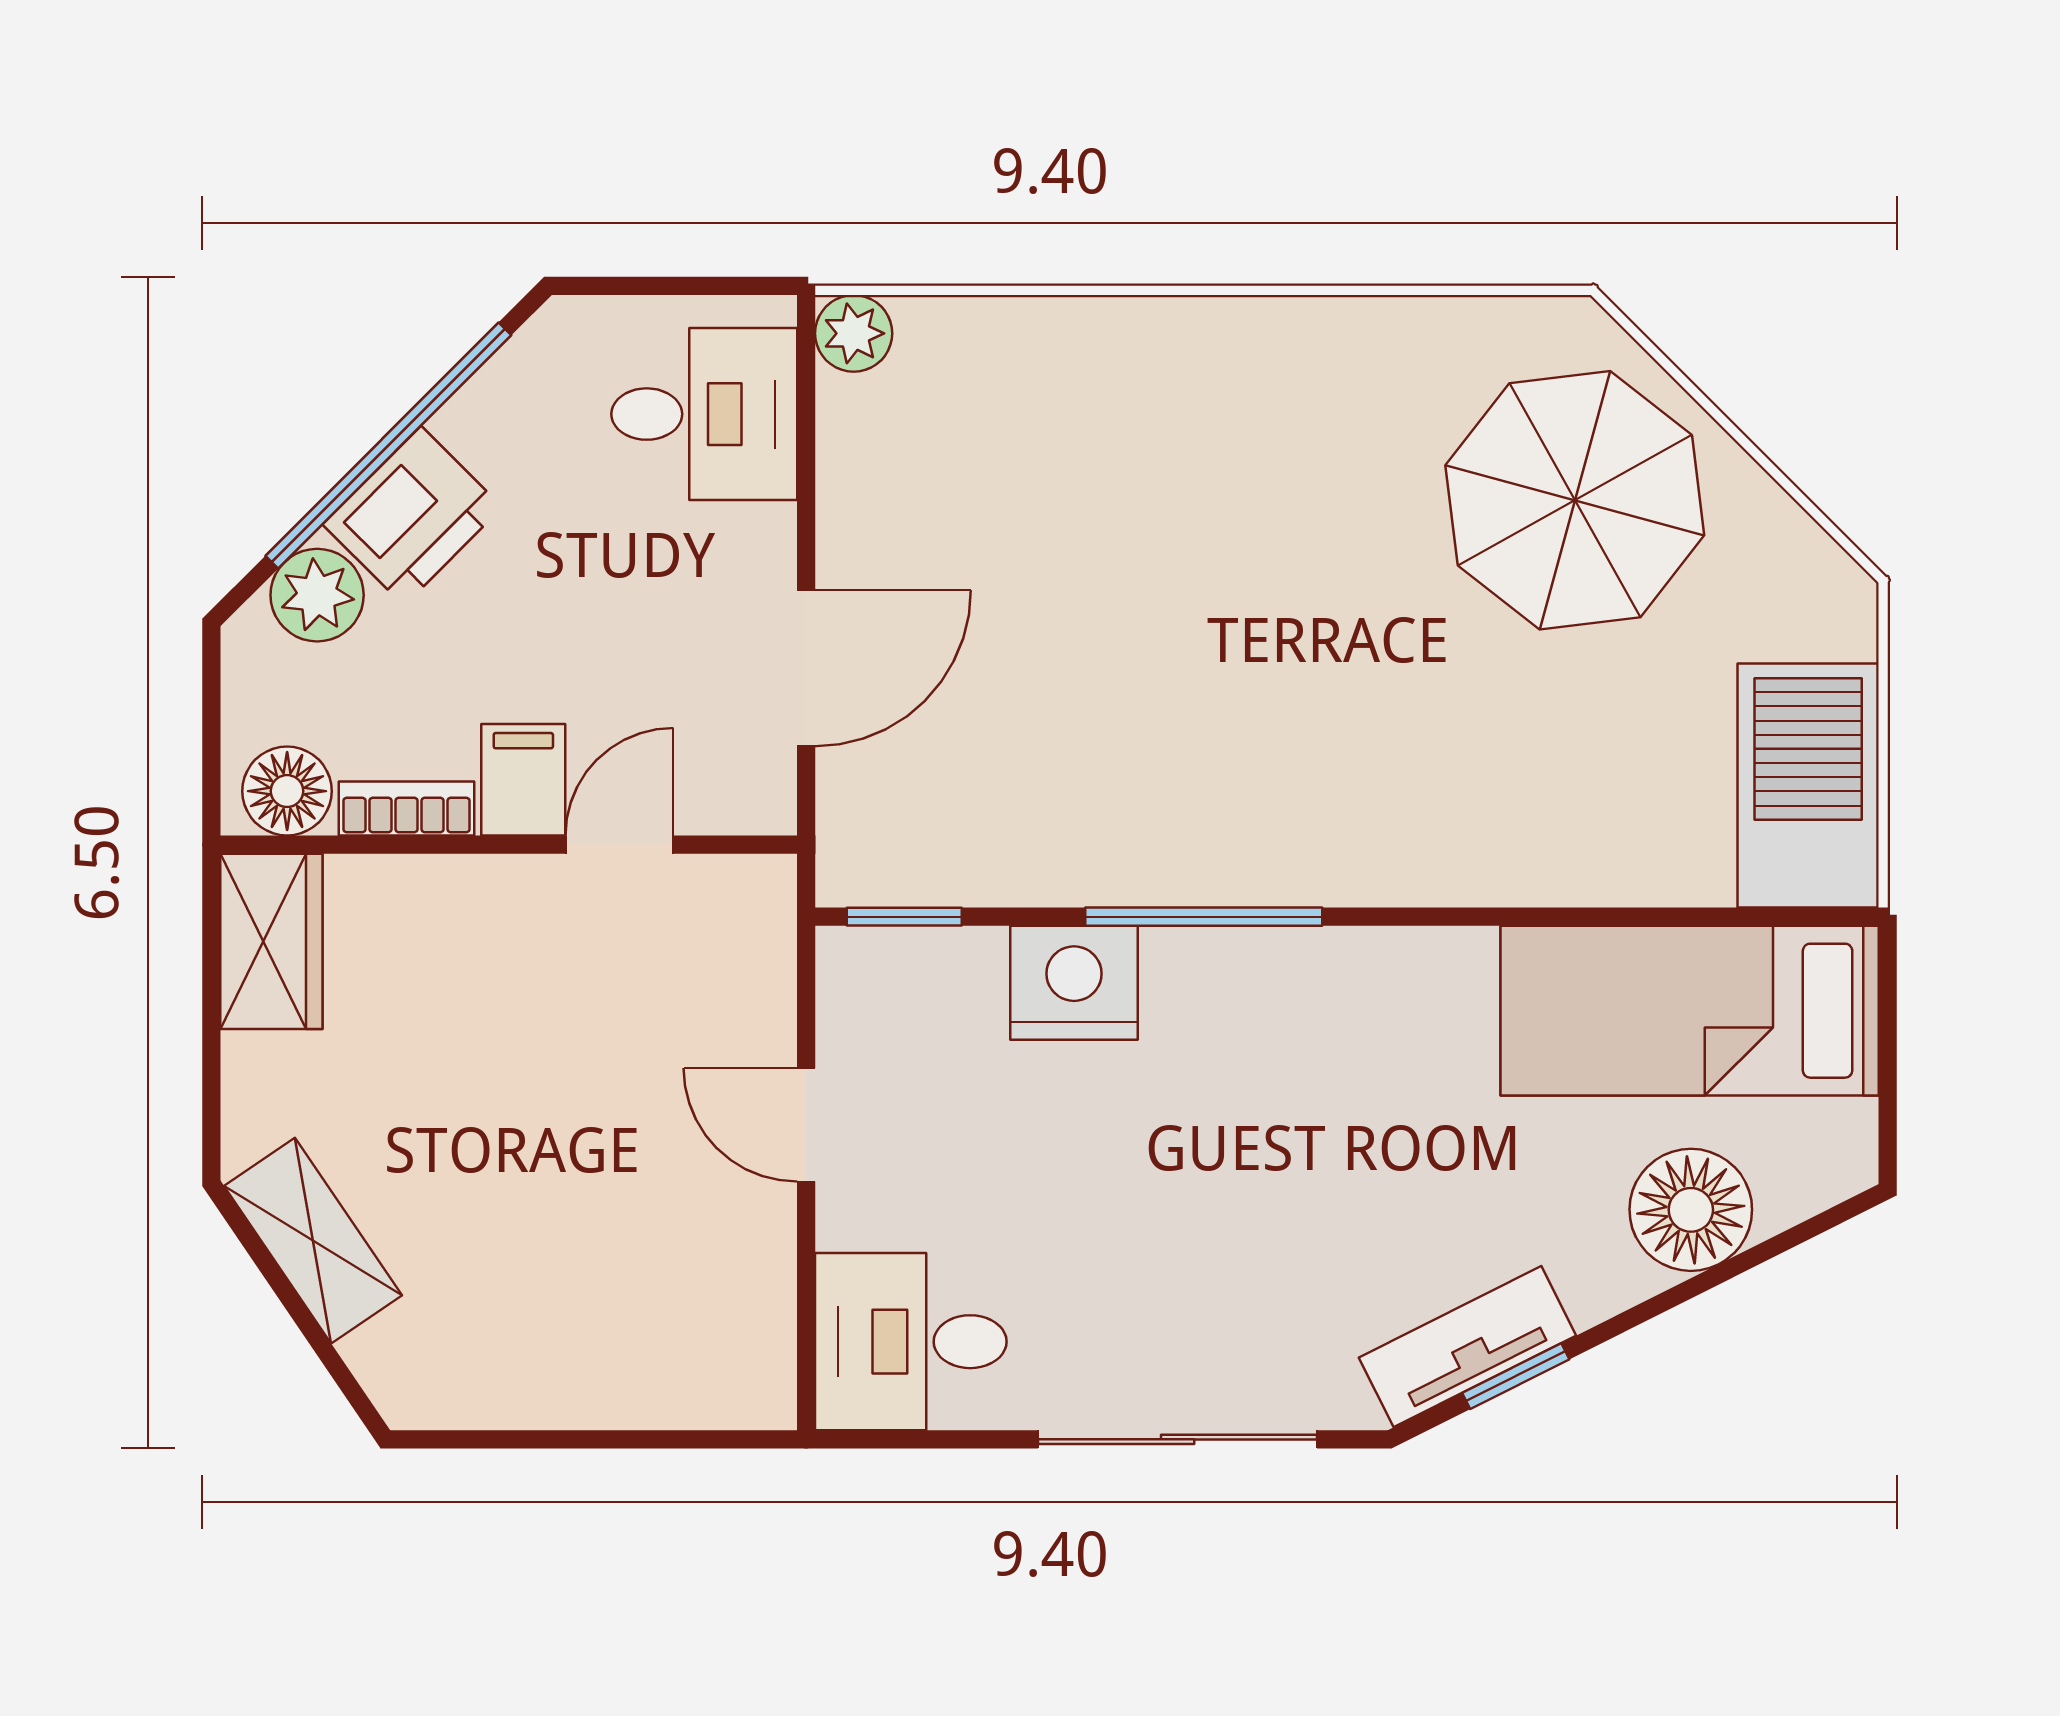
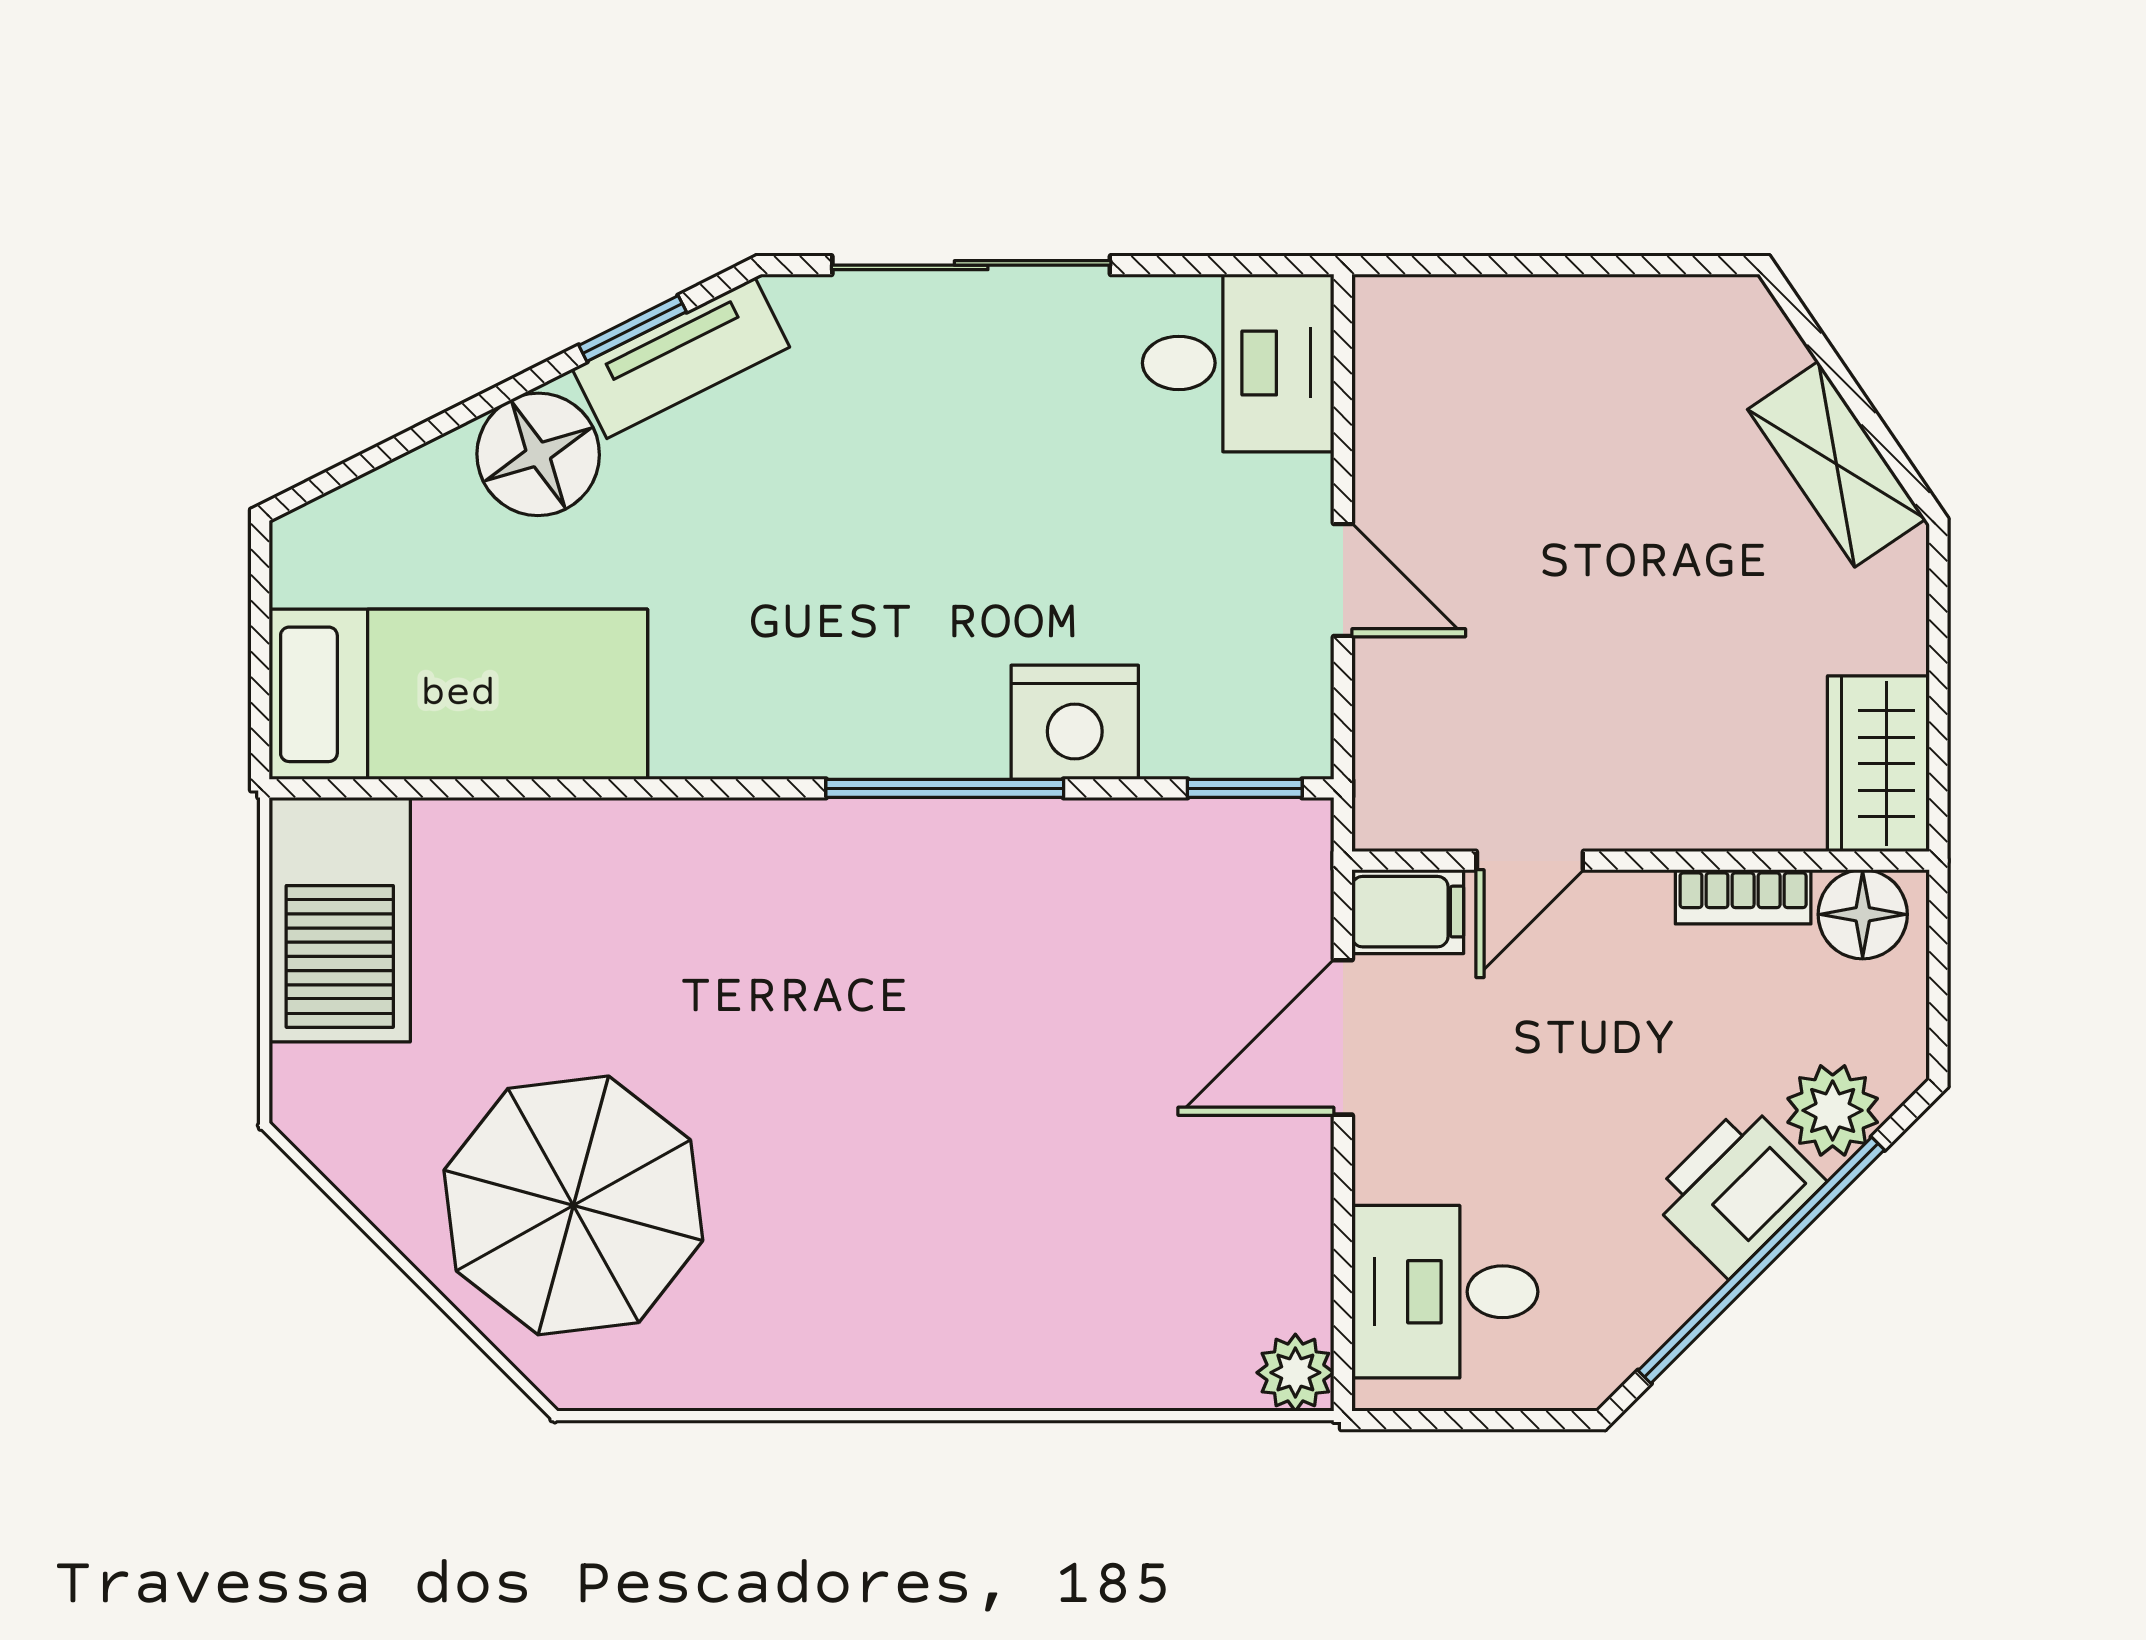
filing cabinet: (523, 780) -> (1408, 912), moved, turned -90
floor lamp: (1691, 1210) -> (538, 454), moved

